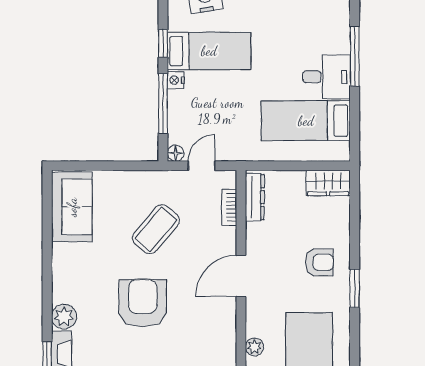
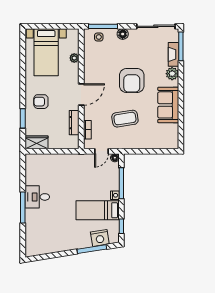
window: (163, 43) -> (121, 226), moved
bed: (306, 121) -> (48, 174), removed
dresser: (255, 197) -> (74, 123), moved
sofa: (72, 207) -> (168, 105), moved
coffee table: (156, 229) -> (125, 119), turned 41
window: (355, 288) -> (23, 118), moved

